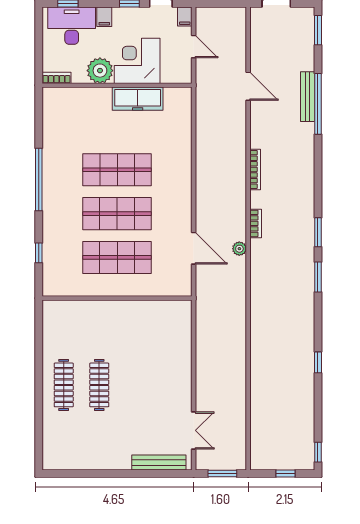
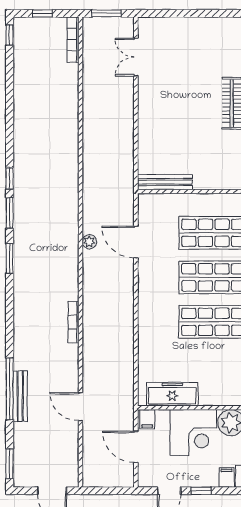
filing cabinet: (185, 17) -> (147, 419), moved, turned 180
door: (194, 47) -> (136, 447), width x1.38
freezer: (138, 99) -> (172, 394), moved
bookcase: (256, 223) -> (73, 40), moved, width x1.56
window: (318, 362) -> (10, 178), moved
bench: (159, 463) -> (165, 182), moved

